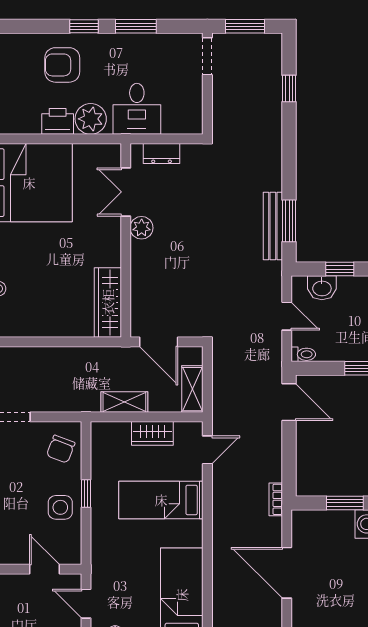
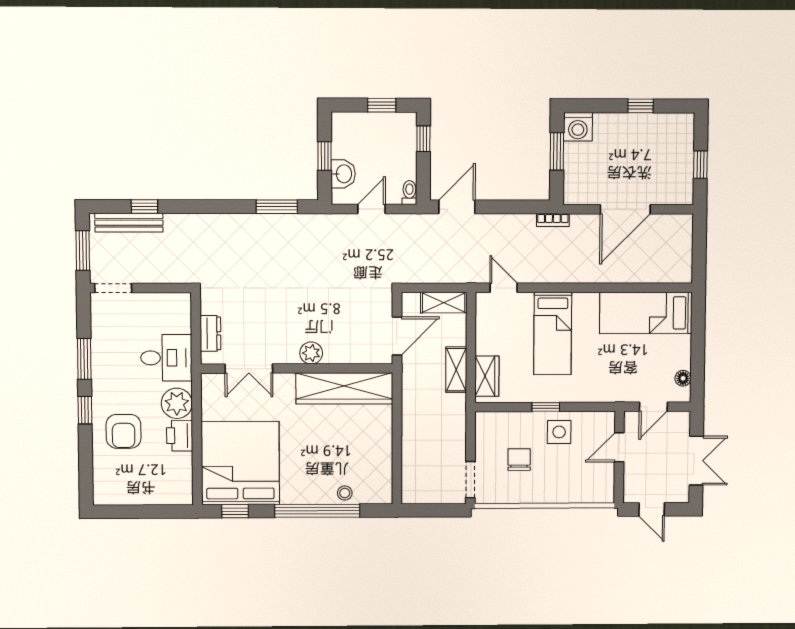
bench: (273, 226) -> (129, 223), moved
plant: (142, 228) -> (311, 353), moved
wardrobe: (108, 302) -> (344, 388), width x1.40, depth x1.17
wardrobe: (152, 433) -> (487, 376), moved
chair: (61, 449) -> (519, 460), moved, turned -111

